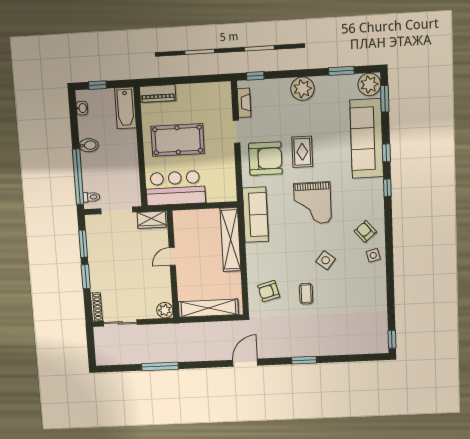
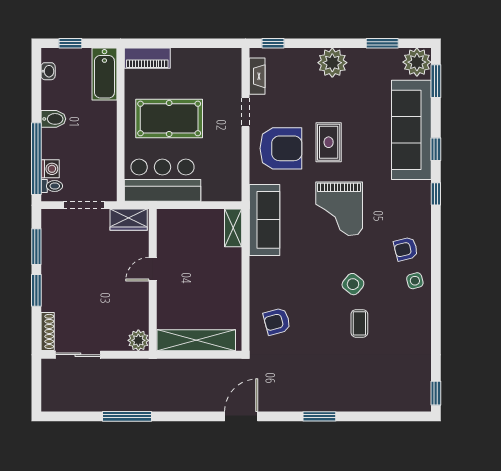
washing machine: (89, 184) -> (50, 169), added
armchair: (365, 231) -> (406, 249), turned -64
shelving: (230, 239) -> (233, 228), width x0.45, depth x0.75
coffee table: (306, 294) -> (359, 323), moved

